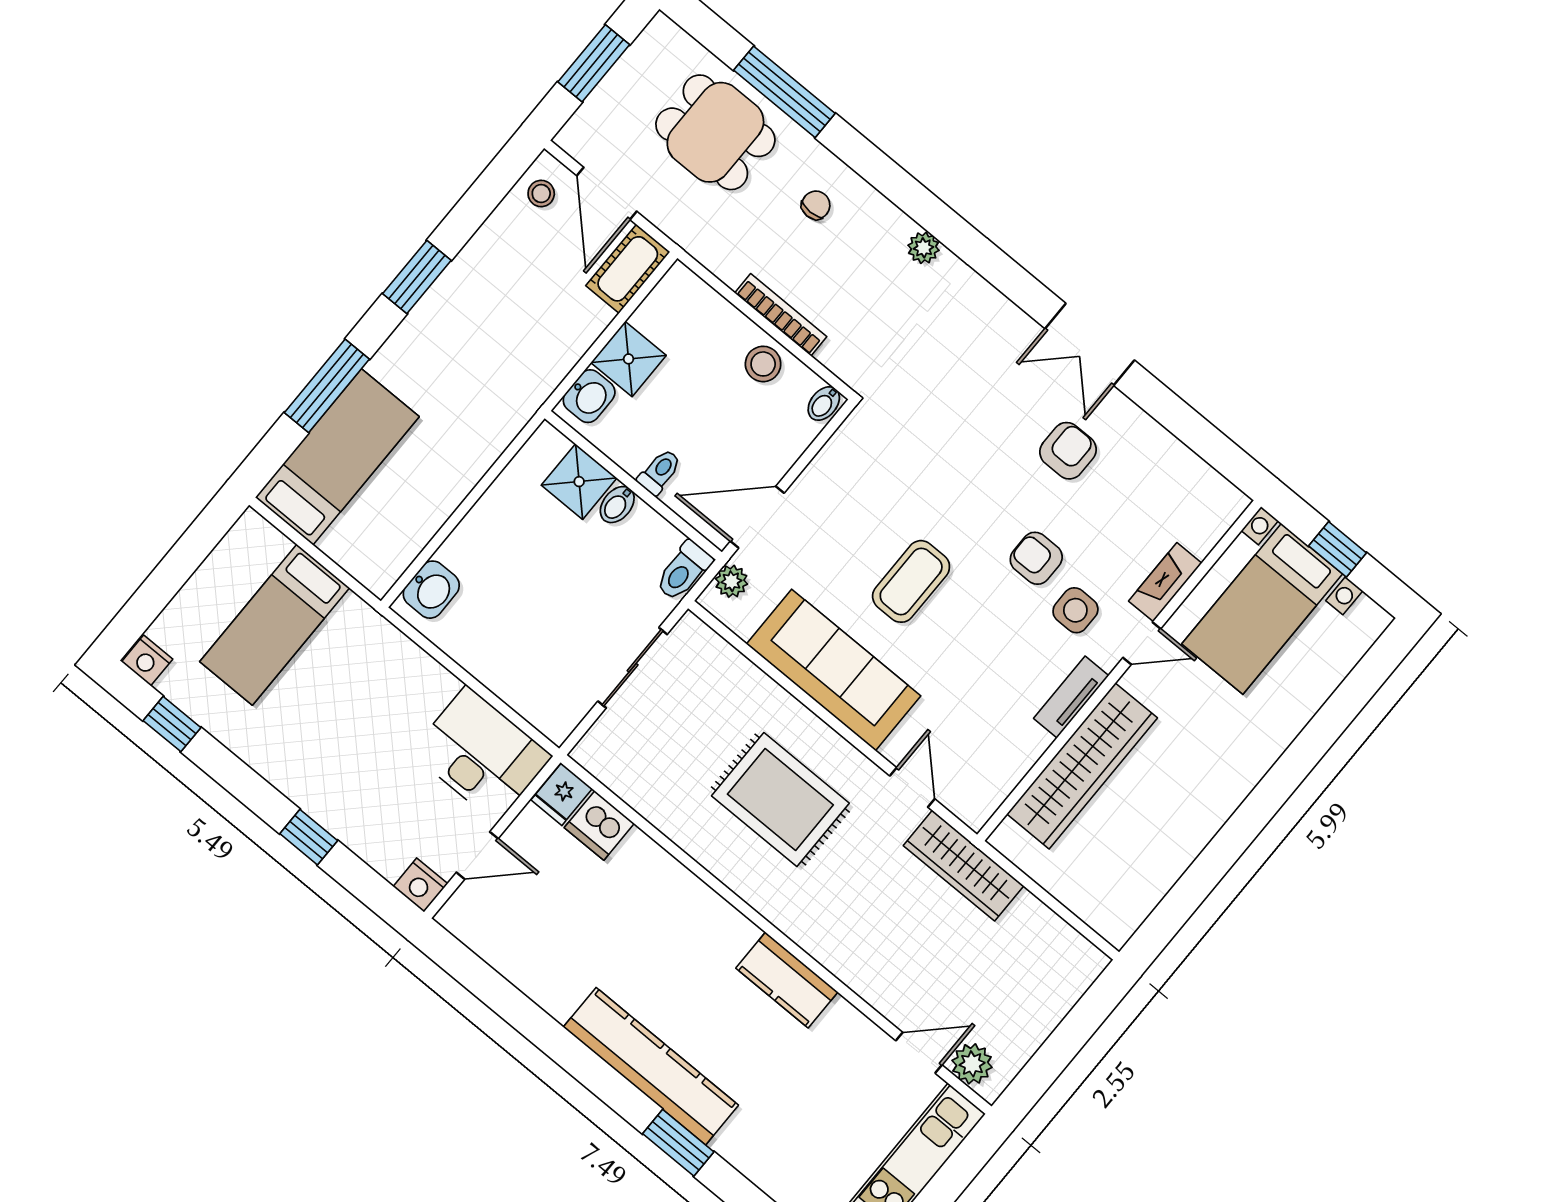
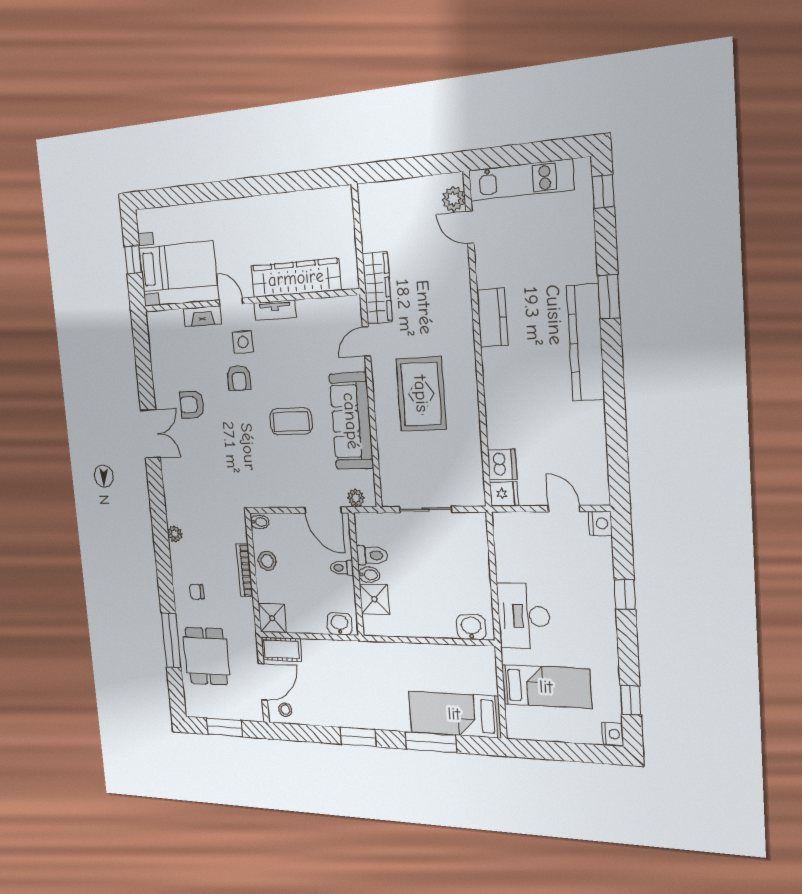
shower: (629, 359) -> (272, 618), moved
toilet: (684, 571) -> (372, 555), moved
desk: (481, 754) -> (524, 616), moved

